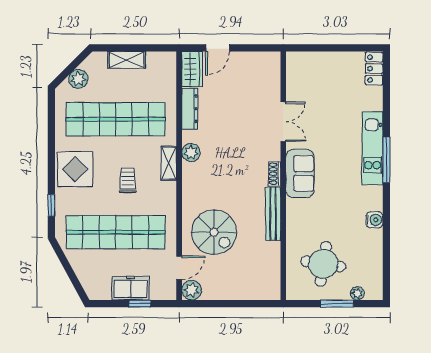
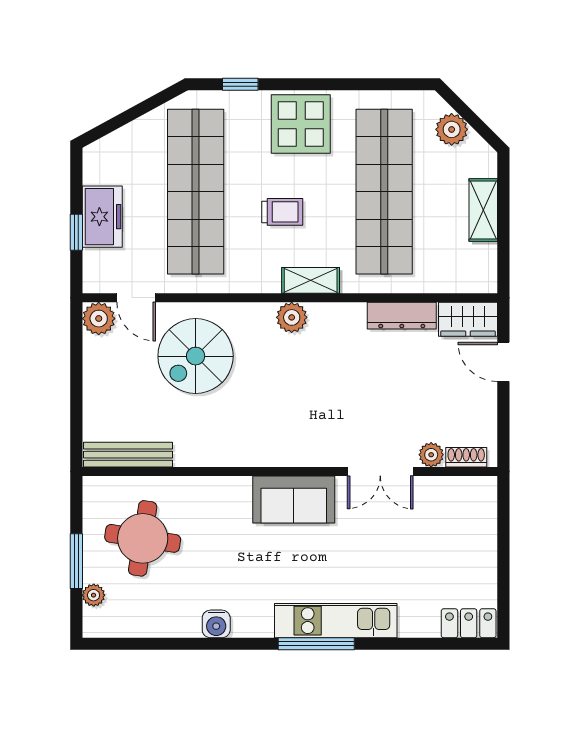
plant: (273, 91) -> (431, 455), added
plant: (191, 152) -> (292, 317), moved
shoe rack: (275, 174) -> (466, 457), moved
bench: (273, 214) -> (128, 455), moved

